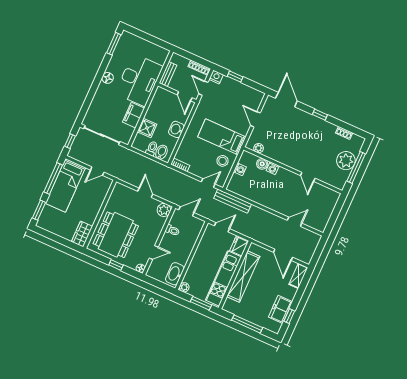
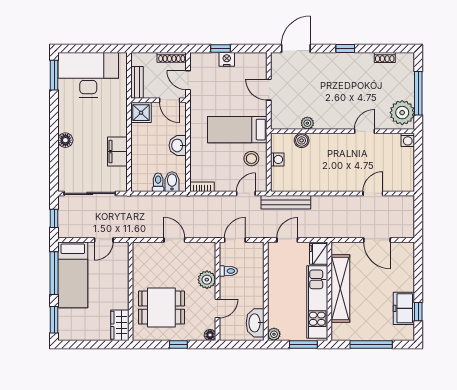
nightstand: (216, 77) -> (227, 59), moved
floor lamp: (108, 78) -> (65, 140), moved
desk: (139, 80) -> (88, 75), moved, turned -90
door: (286, 100) -> (296, 49), hinge flipped
shower: (147, 128) -> (141, 113), moved
plant: (259, 148) -> (307, 123), moved
plant: (346, 161) -> (402, 113), moved
washing machine: (273, 168) -> (408, 140), moved
door: (308, 177) -> (364, 131), swing flipped
plant: (164, 210) -> (207, 280), moved
dining table: (116, 235) -> (161, 308), width x0.73
shelving: (298, 276) -> (407, 258), removed

